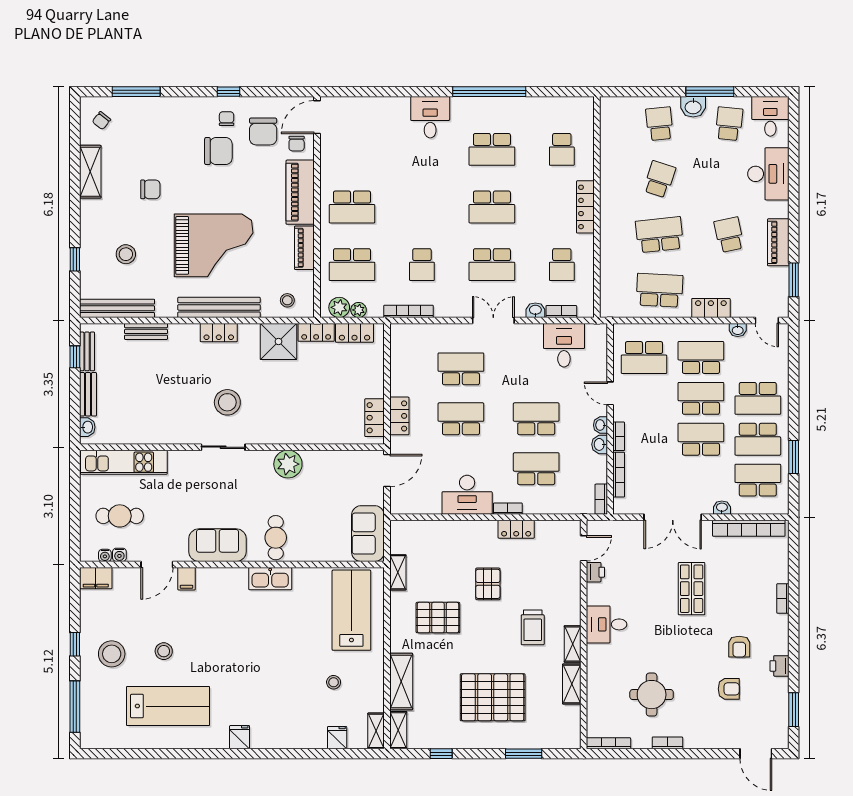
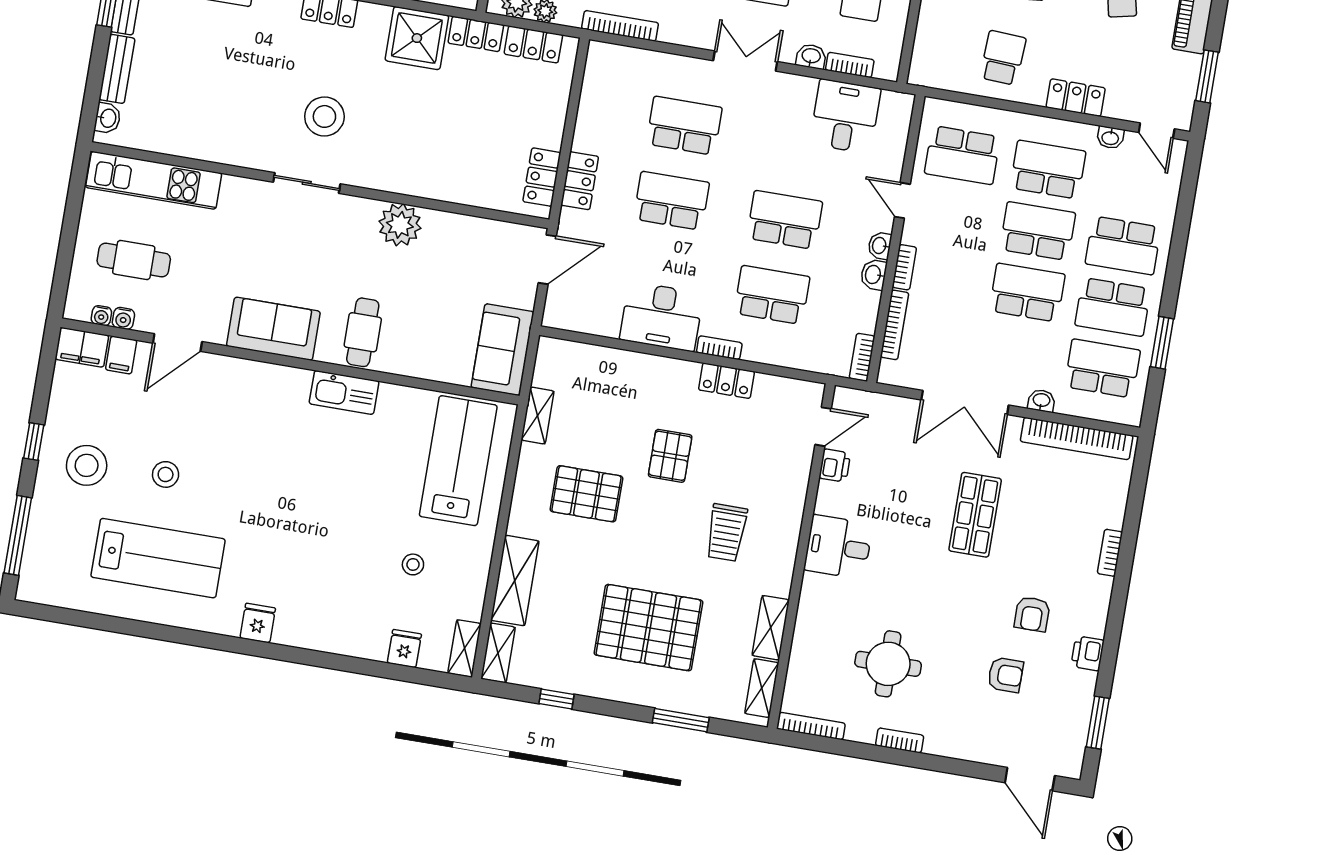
school desk: (660, 290) -> (1003, 58), width x0.54
filing cabinet: (187, 579) -> (121, 355), moved
shelving: (573, 644) -> (762, 688), moved

